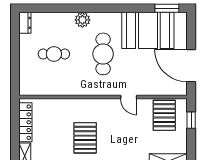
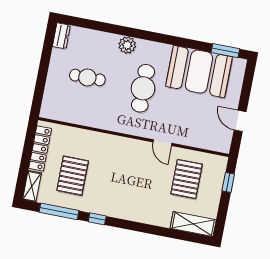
door: (191, 66) -> (240, 121), width x0.53
pallet: (164, 115) -> (187, 179), moved
pallet: (85, 138) -> (73, 176), moved

